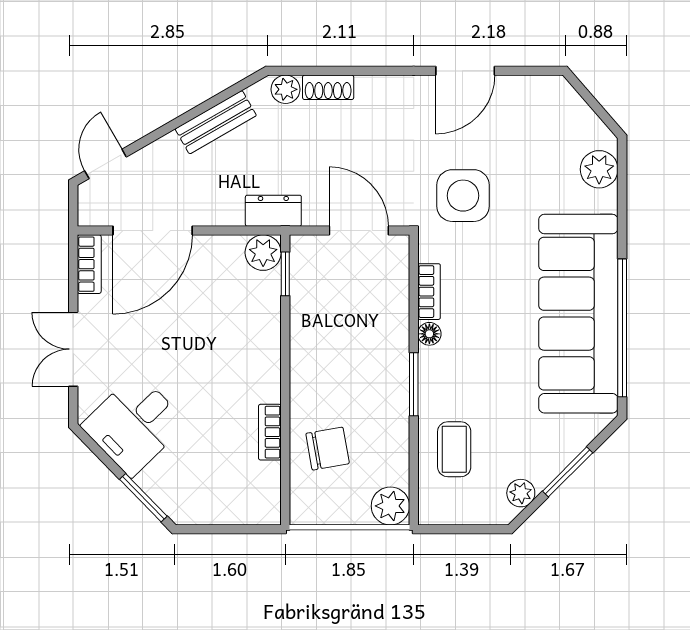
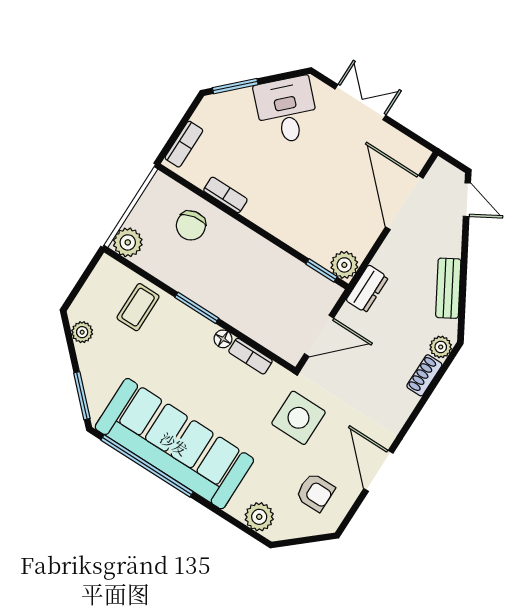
armchair: (533, 125) -> (315, 492), added
bookcase: (89, 264) -> (184, 144), moved, turned -90
coffee table: (454, 449) -> (138, 307), turned 90
window: (568, 472) -> (82, 396), moved

